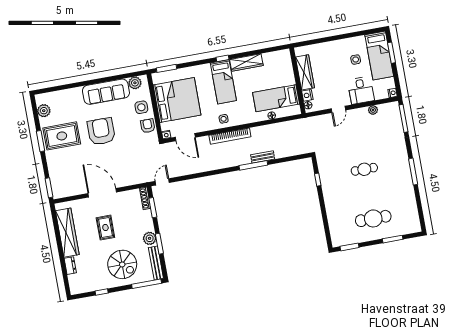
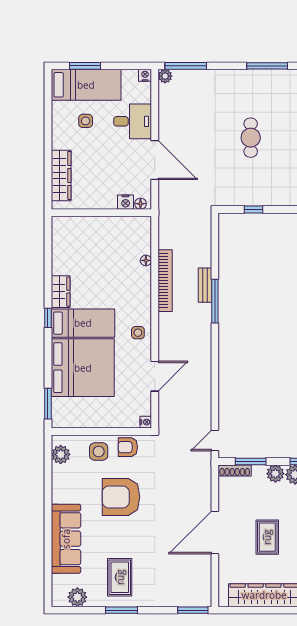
wardrobe: (246, 62) -> (61, 292), width x0.67
wardrobe: (305, 72) -> (61, 175), moved, turned 90
sofa: (106, 92) -> (66, 539), moved
bed: (276, 98) -> (122, 249), removed
bed: (177, 100) -> (83, 368), moved, turned 90
door: (338, 109) -> (155, 160), width x1.88
plant: (373, 110) -> (165, 76), moved
armchair: (101, 131) -> (121, 497), moved
rug: (62, 136) -> (120, 577), width x0.73, depth x0.70
bookcase: (230, 136) -> (165, 281), moved
door: (185, 137) -> (155, 376), moved
door: (162, 182) -> (215, 441), hinge flipped
plant: (148, 225) -> (275, 474), added
rug: (105, 228) -> (267, 537), turned 90

